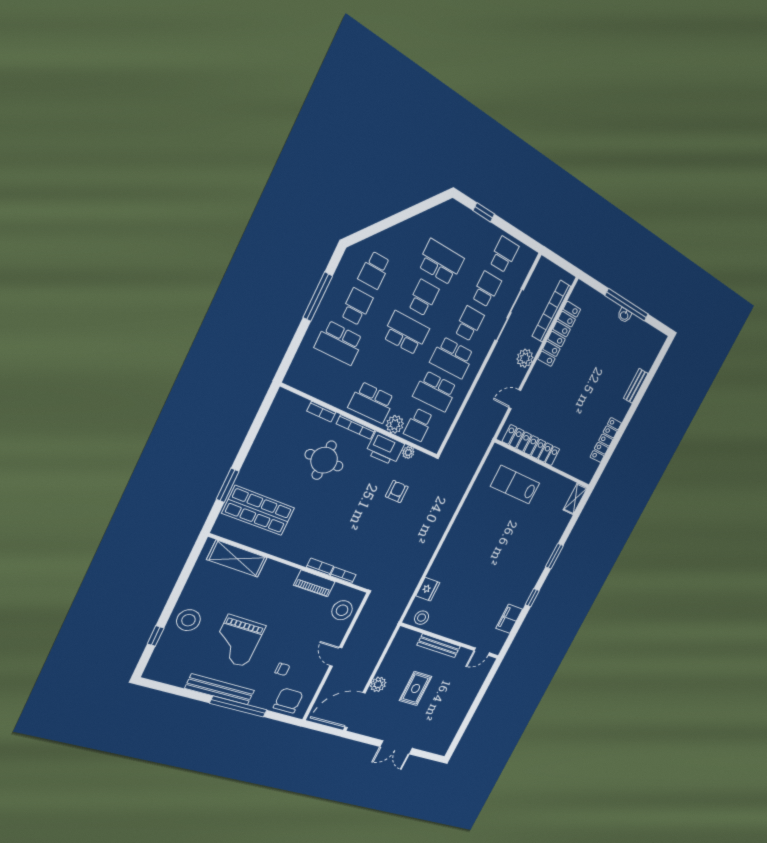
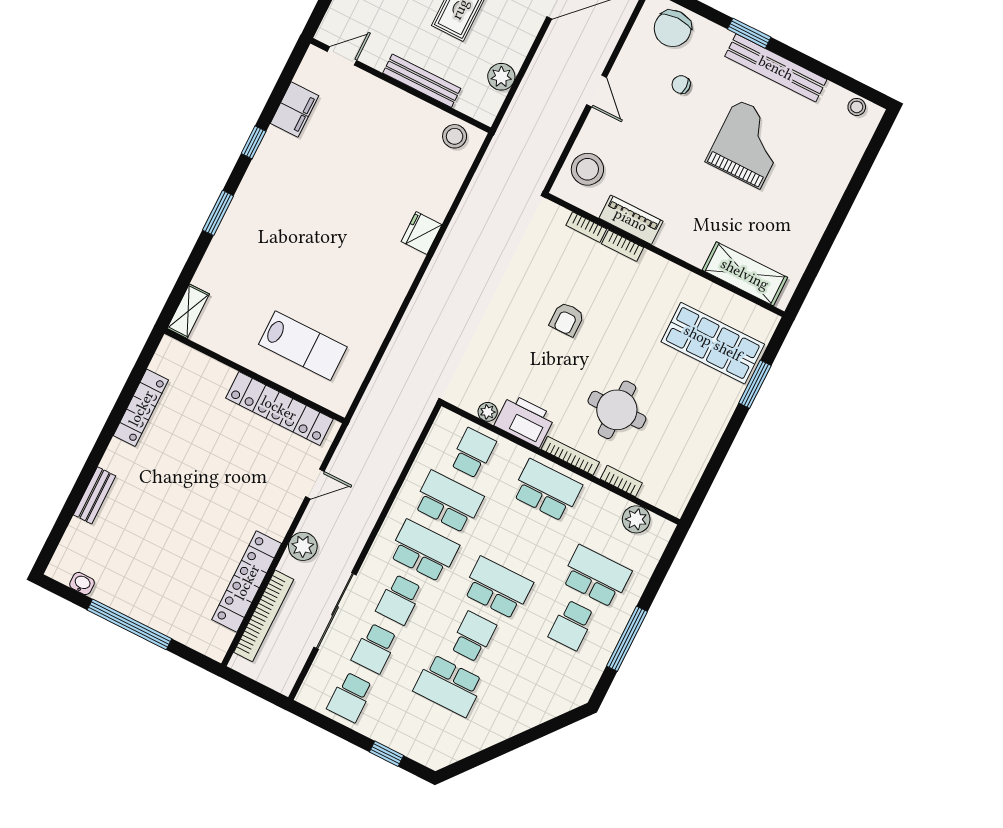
school desk: (374, 270) -> (547, 674), removed
school desk: (423, 298) -> (473, 637), turned 180
washbasin: (624, 315) -> (82, 584), moved
school desk: (406, 333) -> (498, 588), turned 180
plant: (395, 424) -> (636, 519), moved
armchair: (397, 492) -> (567, 319), moved
fridge: (428, 589) -> (422, 233), moved
stool: (188, 620) -> (857, 107), moved, width x0.53, depth x0.53
window: (156, 636) -> (862, 170), removed
plant: (378, 684) -> (501, 77), moved
window: (238, 707) -> (749, 33), width x0.47

